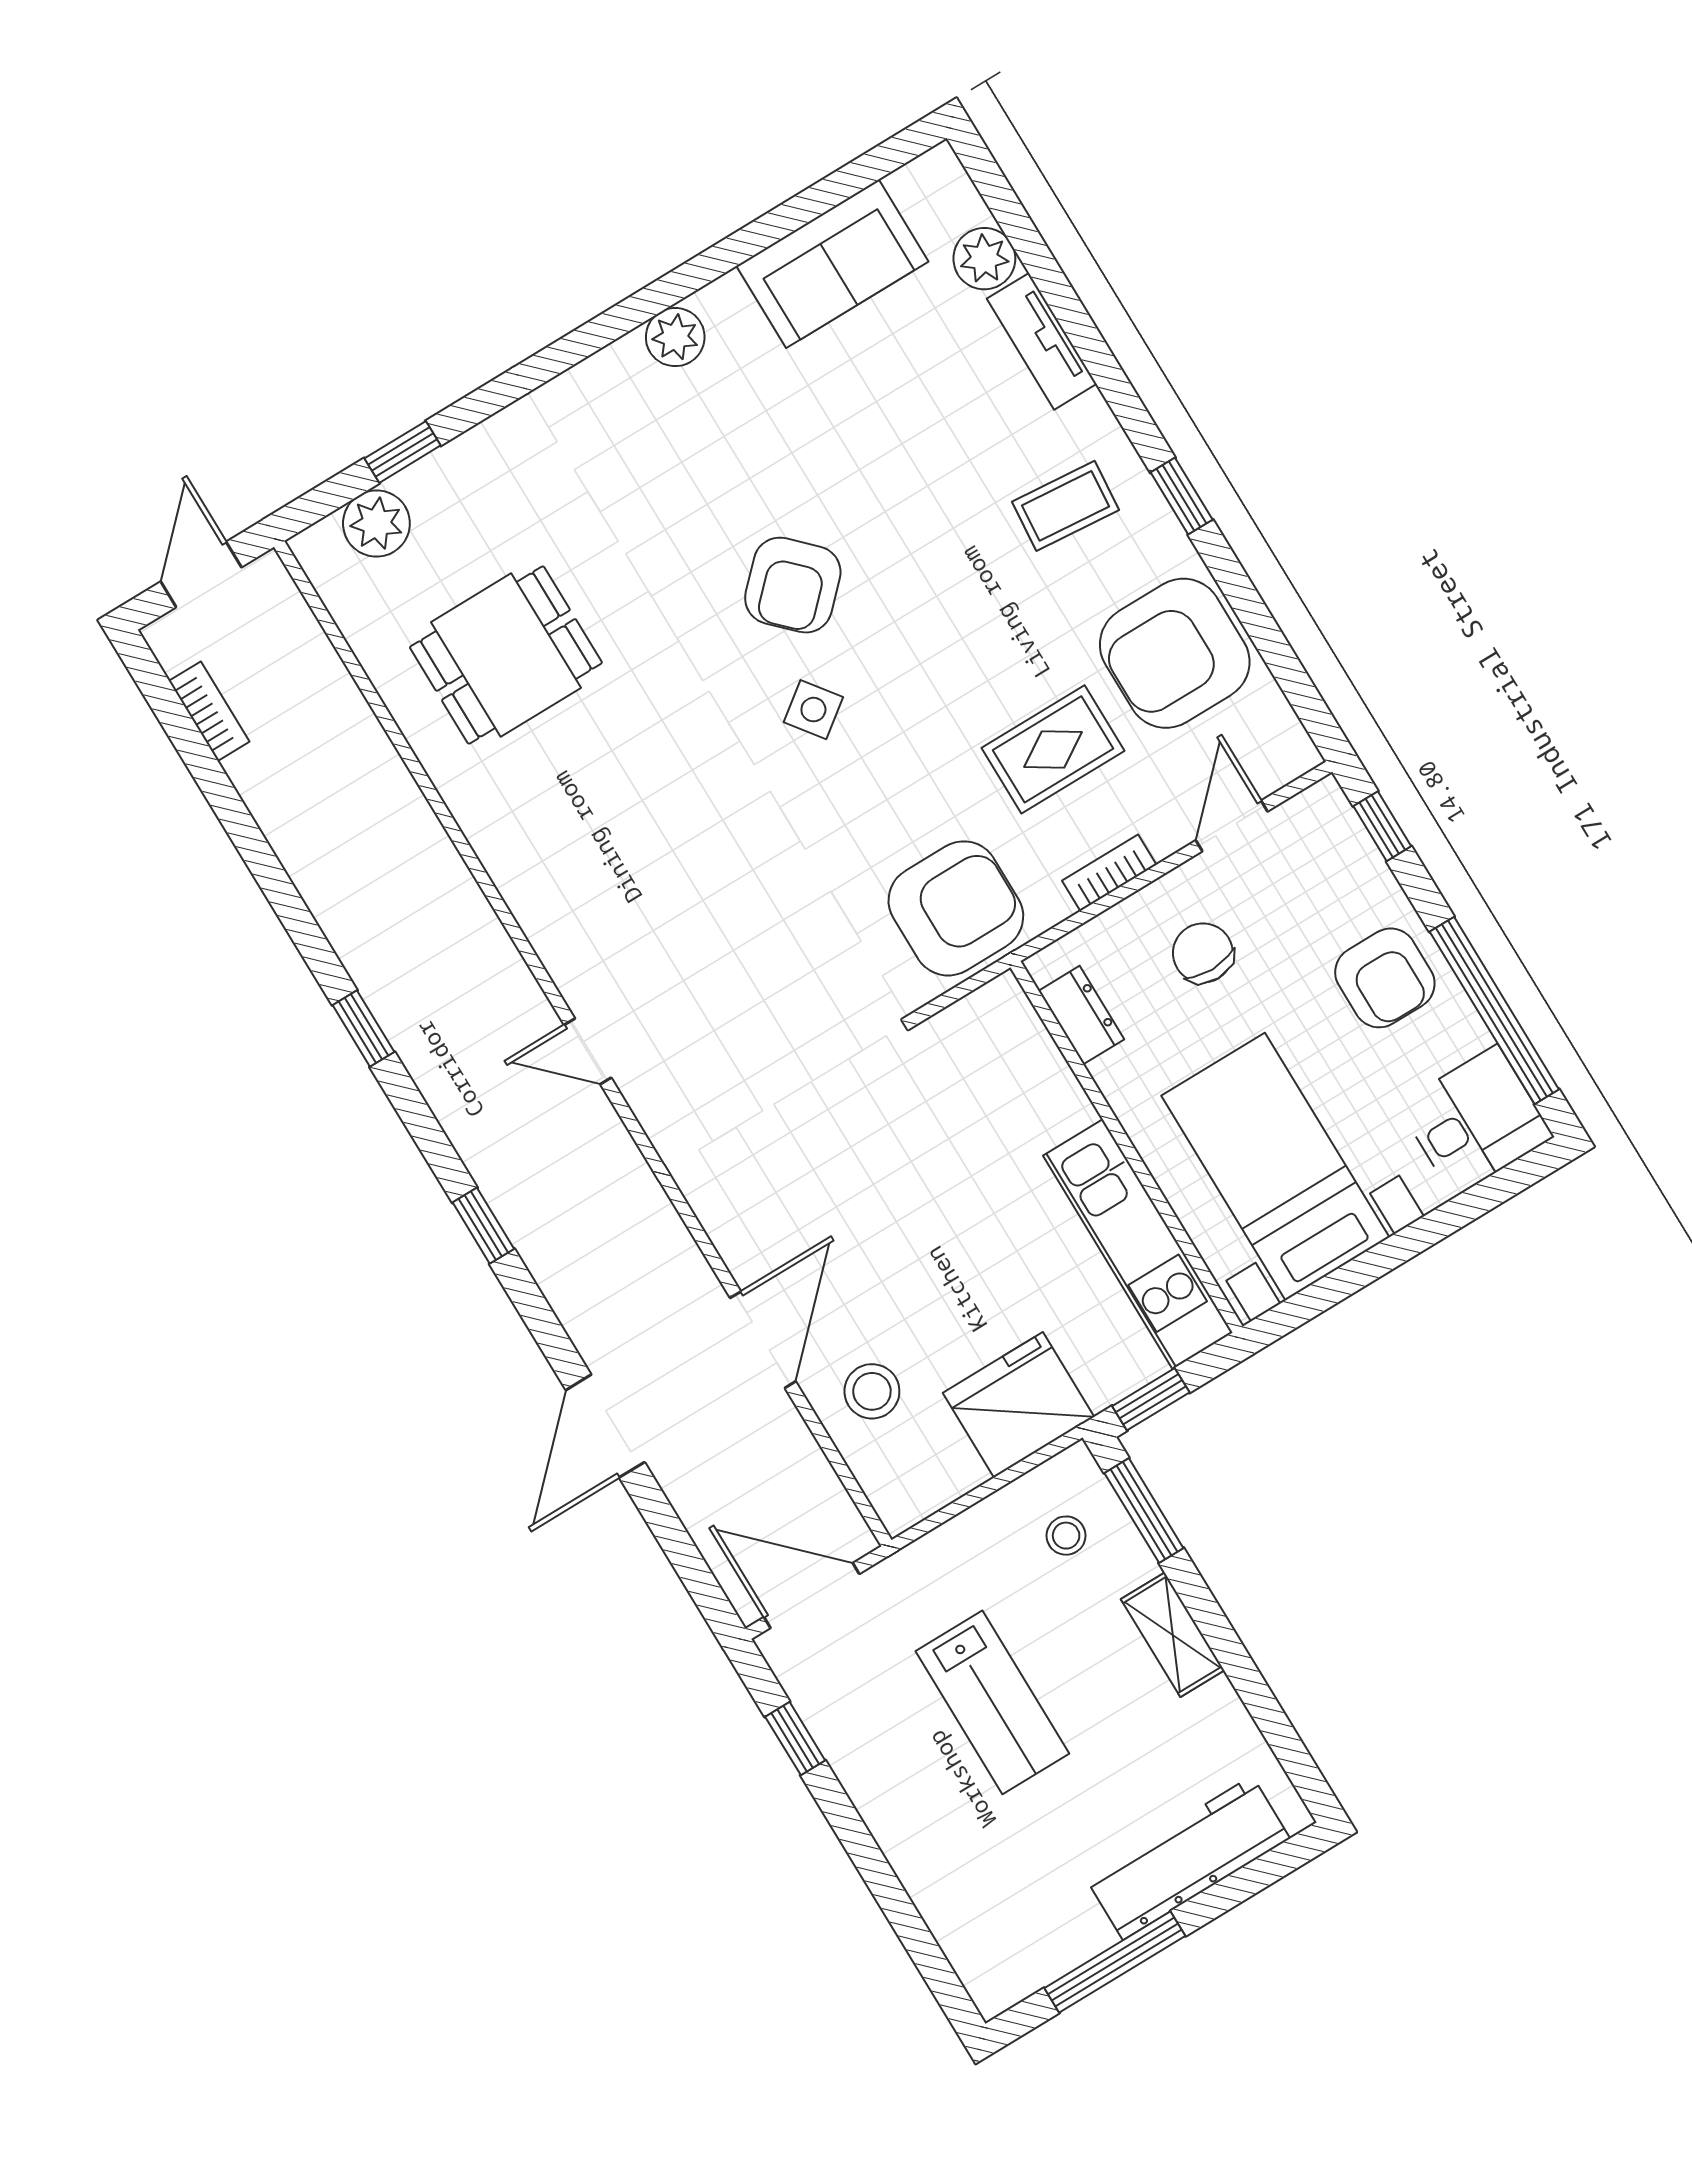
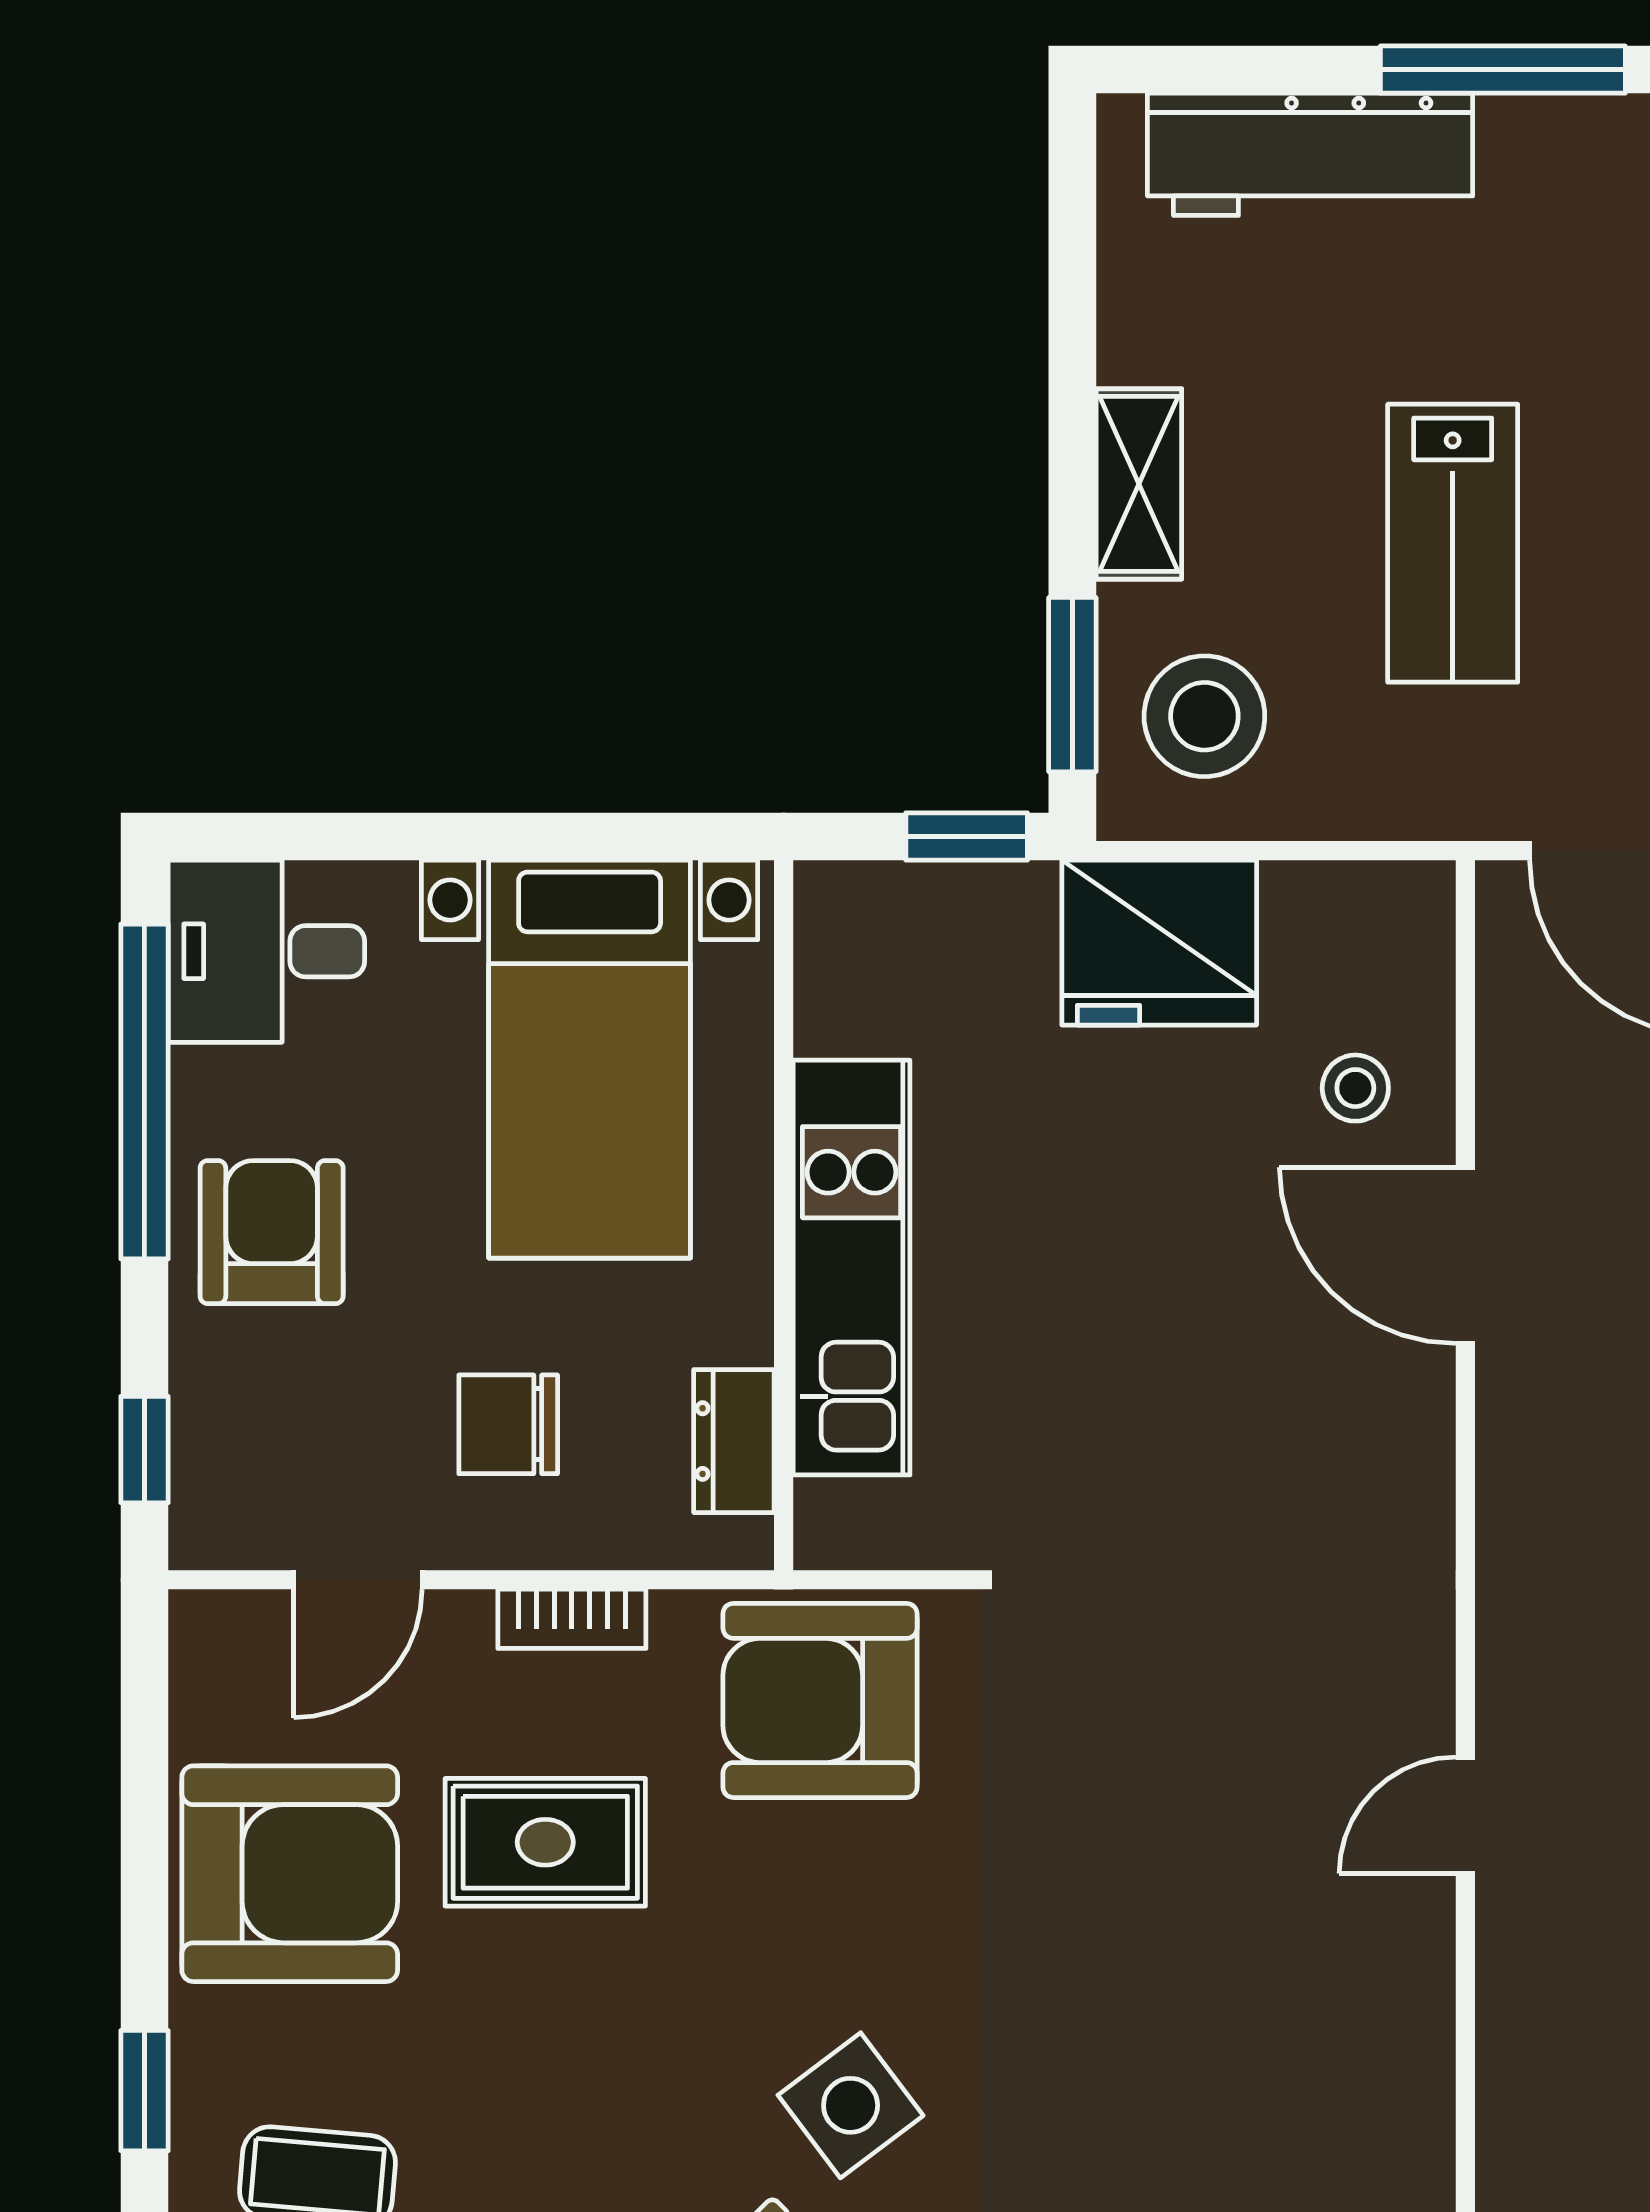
side table: (813, 710) -> (851, 2105), width x1.37, depth x1.37
chair: (1203, 953) -> (508, 1424), turned 90
door: (588, 1051) -> (1465, 1815), swing flipped
kitchen unit: (1138, 1244) -> (851, 1268), moved
door: (763, 1340) -> (1465, 1255), hinge flipped
stool: (872, 1391) -> (1355, 1088), width x0.73, depth x0.73
stool: (1066, 1536) -> (1204, 716), width x1.89, depth x1.89
lab bench: (992, 1702) -> (1453, 543), turned 180

